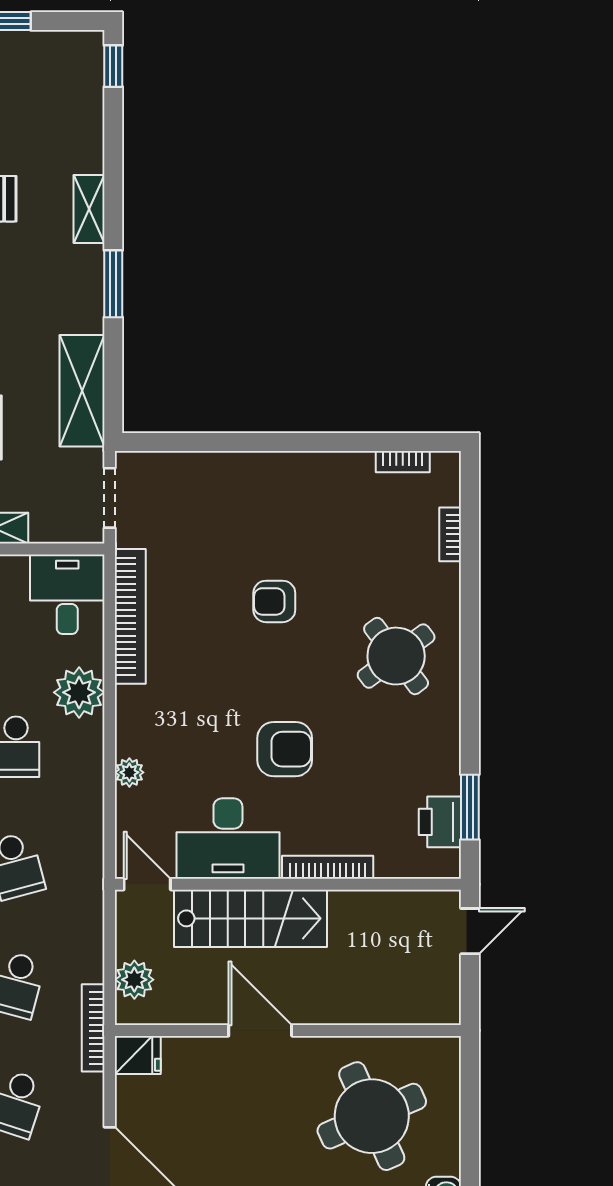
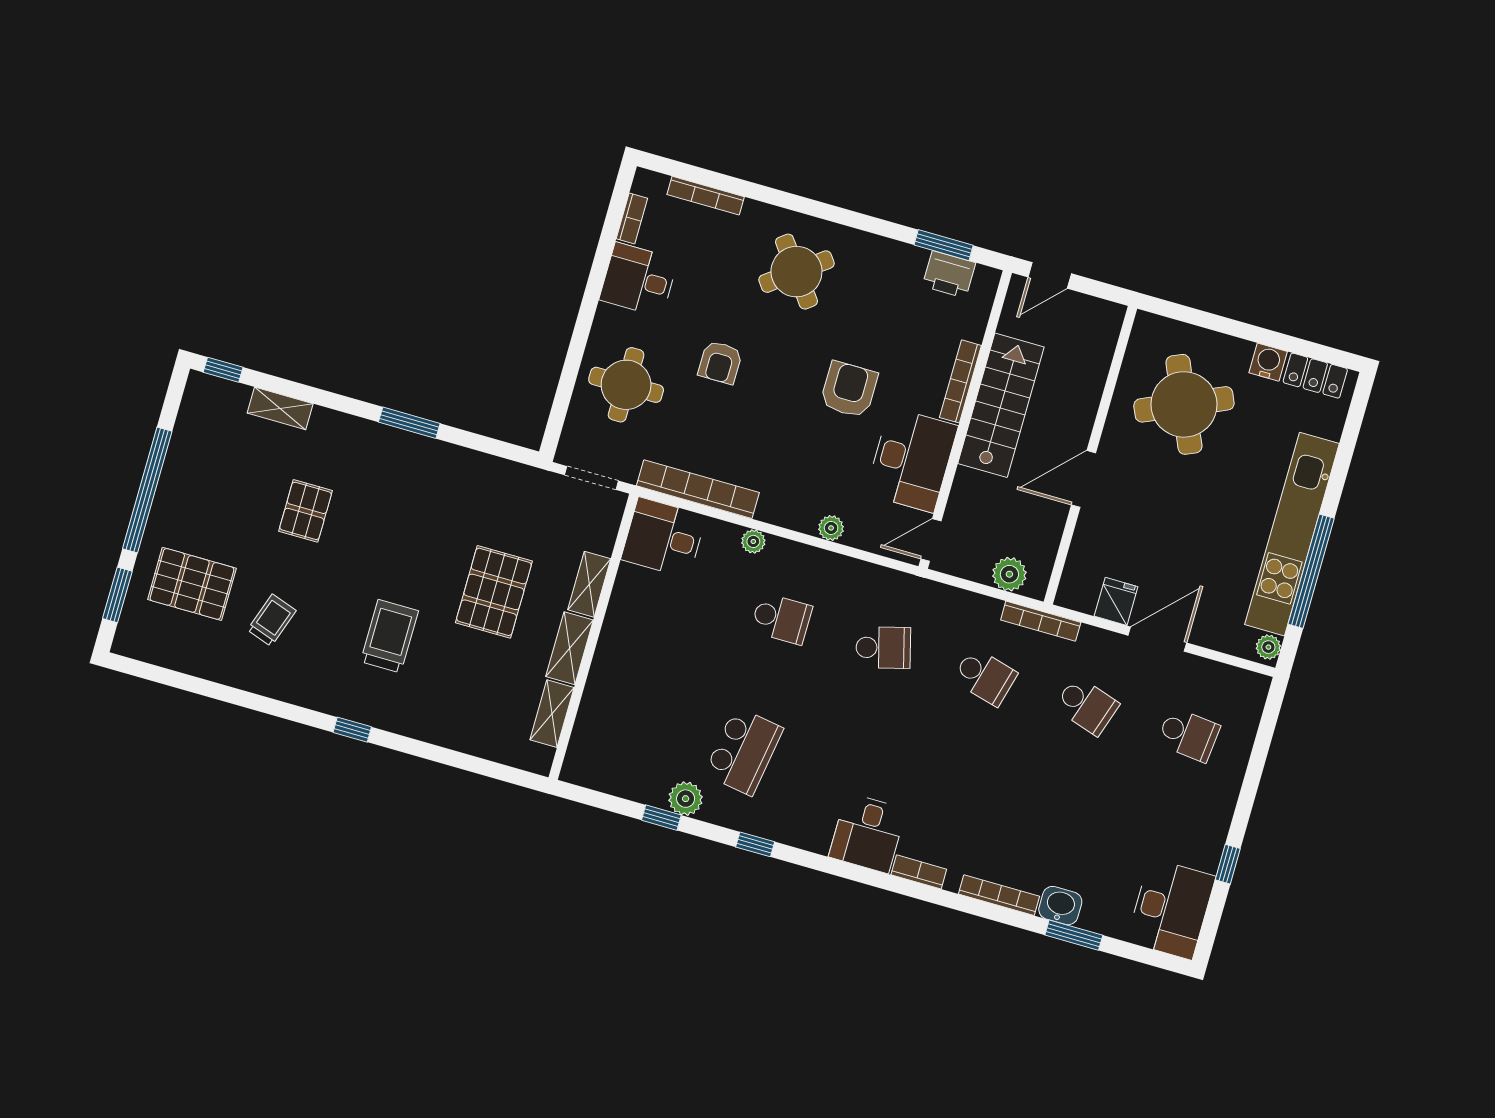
shelving: (89, 209) -> (280, 408), moved
shelving: (82, 391) -> (493, 476), removed
desk: (339, 488) -> (639, 280), added
round table: (221, 507) -> (626, 385), added
bookcase: (450, 534) -> (706, 196), width x1.56
plant: (79, 692) -> (753, 541), width x0.53, depth x0.53
stairs: (250, 918) -> (1001, 405), moved
door: (470, 931) -> (1050, 275), swing flipped
fridge: (138, 1055) -> (1116, 601), moved

